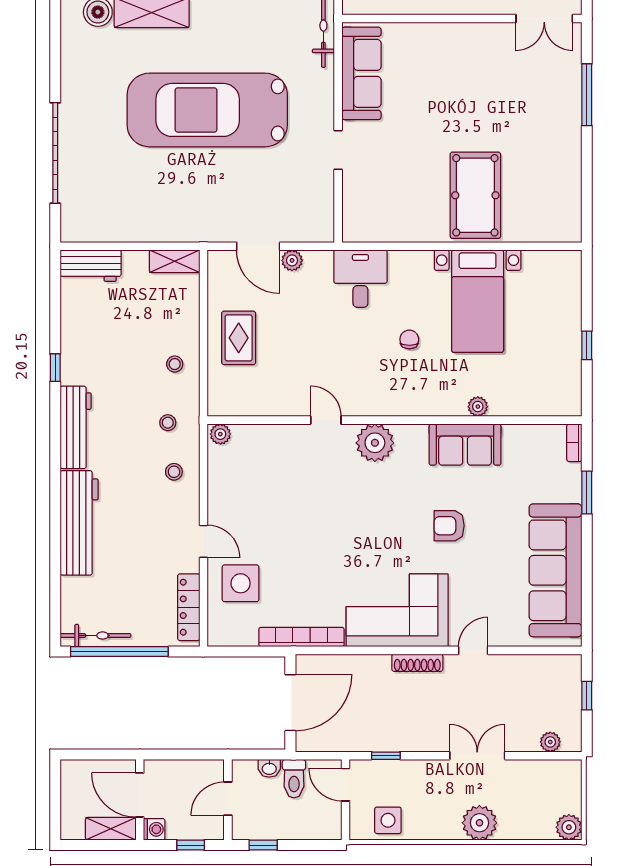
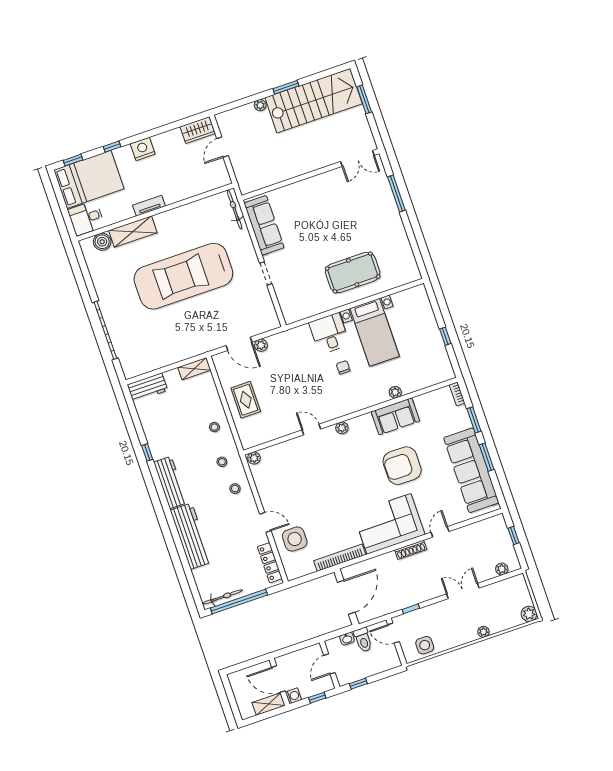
pool table: (475, 195) -> (353, 272), turned 90
desk: (360, 279) -> (329, 334), moved
plant: (375, 443) -> (342, 428), width x0.53, depth x0.53
armchair: (449, 526) -> (402, 466), width x1.88, depth x1.88
window: (587, 558) -> (487, 457), added
plant: (479, 823) -> (483, 632), width x0.53, depth x0.53

